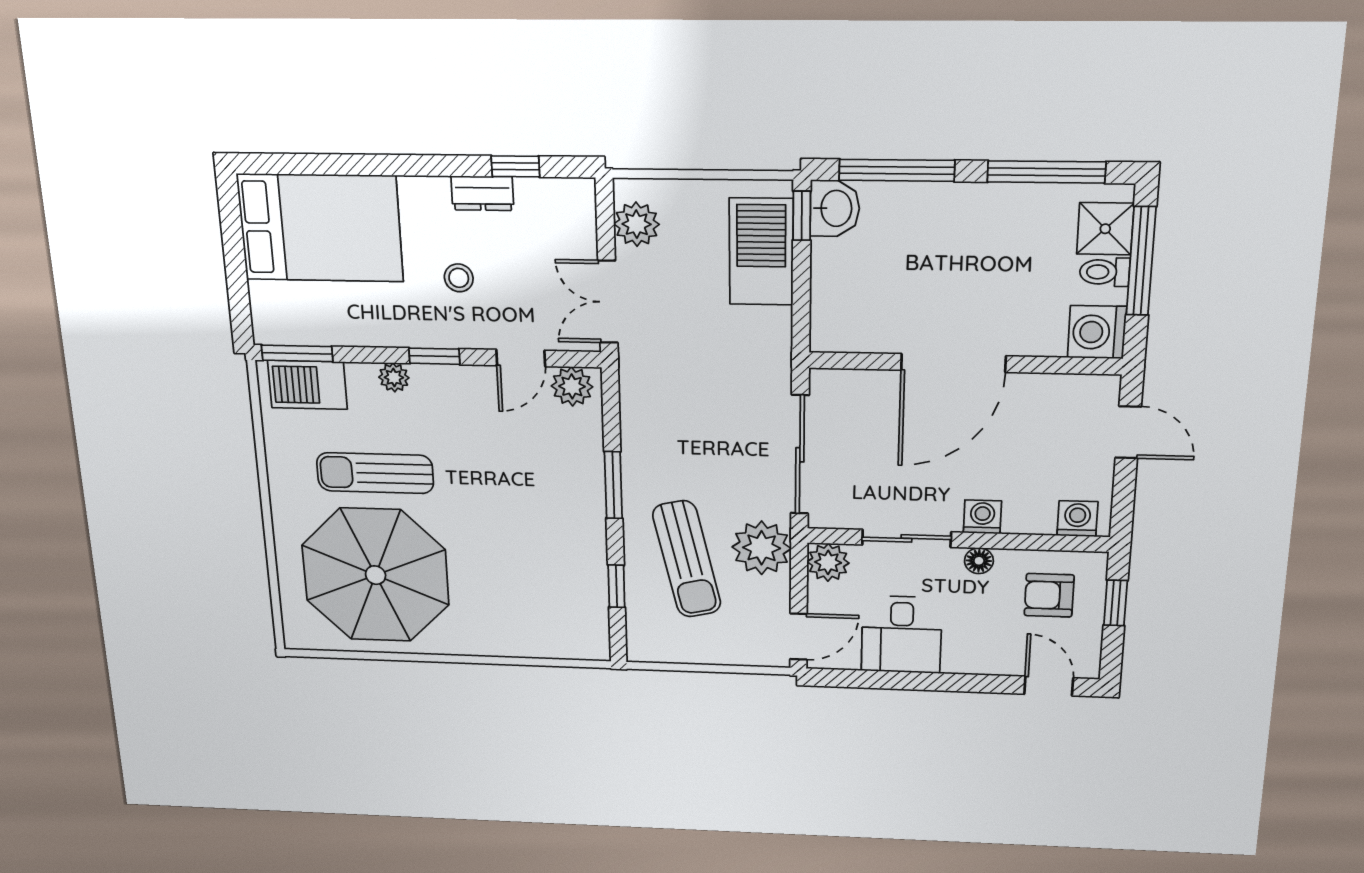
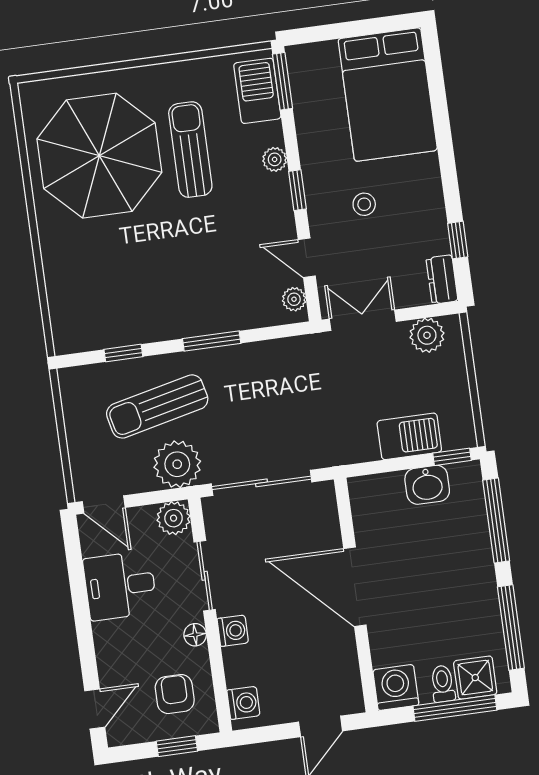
dresser: (482, 193) -> (442, 279), moved
washbasin: (835, 208) -> (427, 485), moved
barbecue: (761, 252) -> (409, 436), width x0.73, depth x0.83
plant: (572, 386) -> (294, 299), width x0.73, depth x0.73

